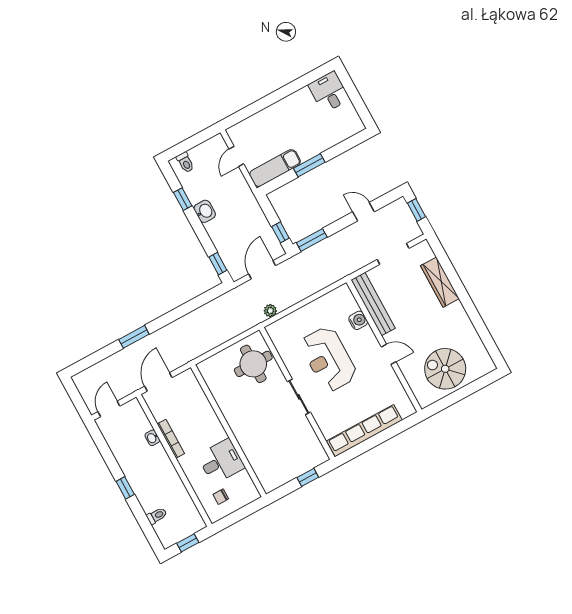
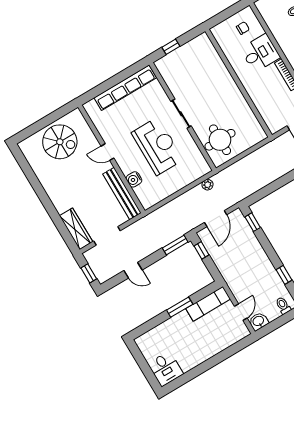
washbasin: (205, 211) -> (258, 321), moved, turned 90
wardrobe: (440, 282) -> (76, 229), moved
desk: (221, 461) -> (260, 53), moved, turned 180

